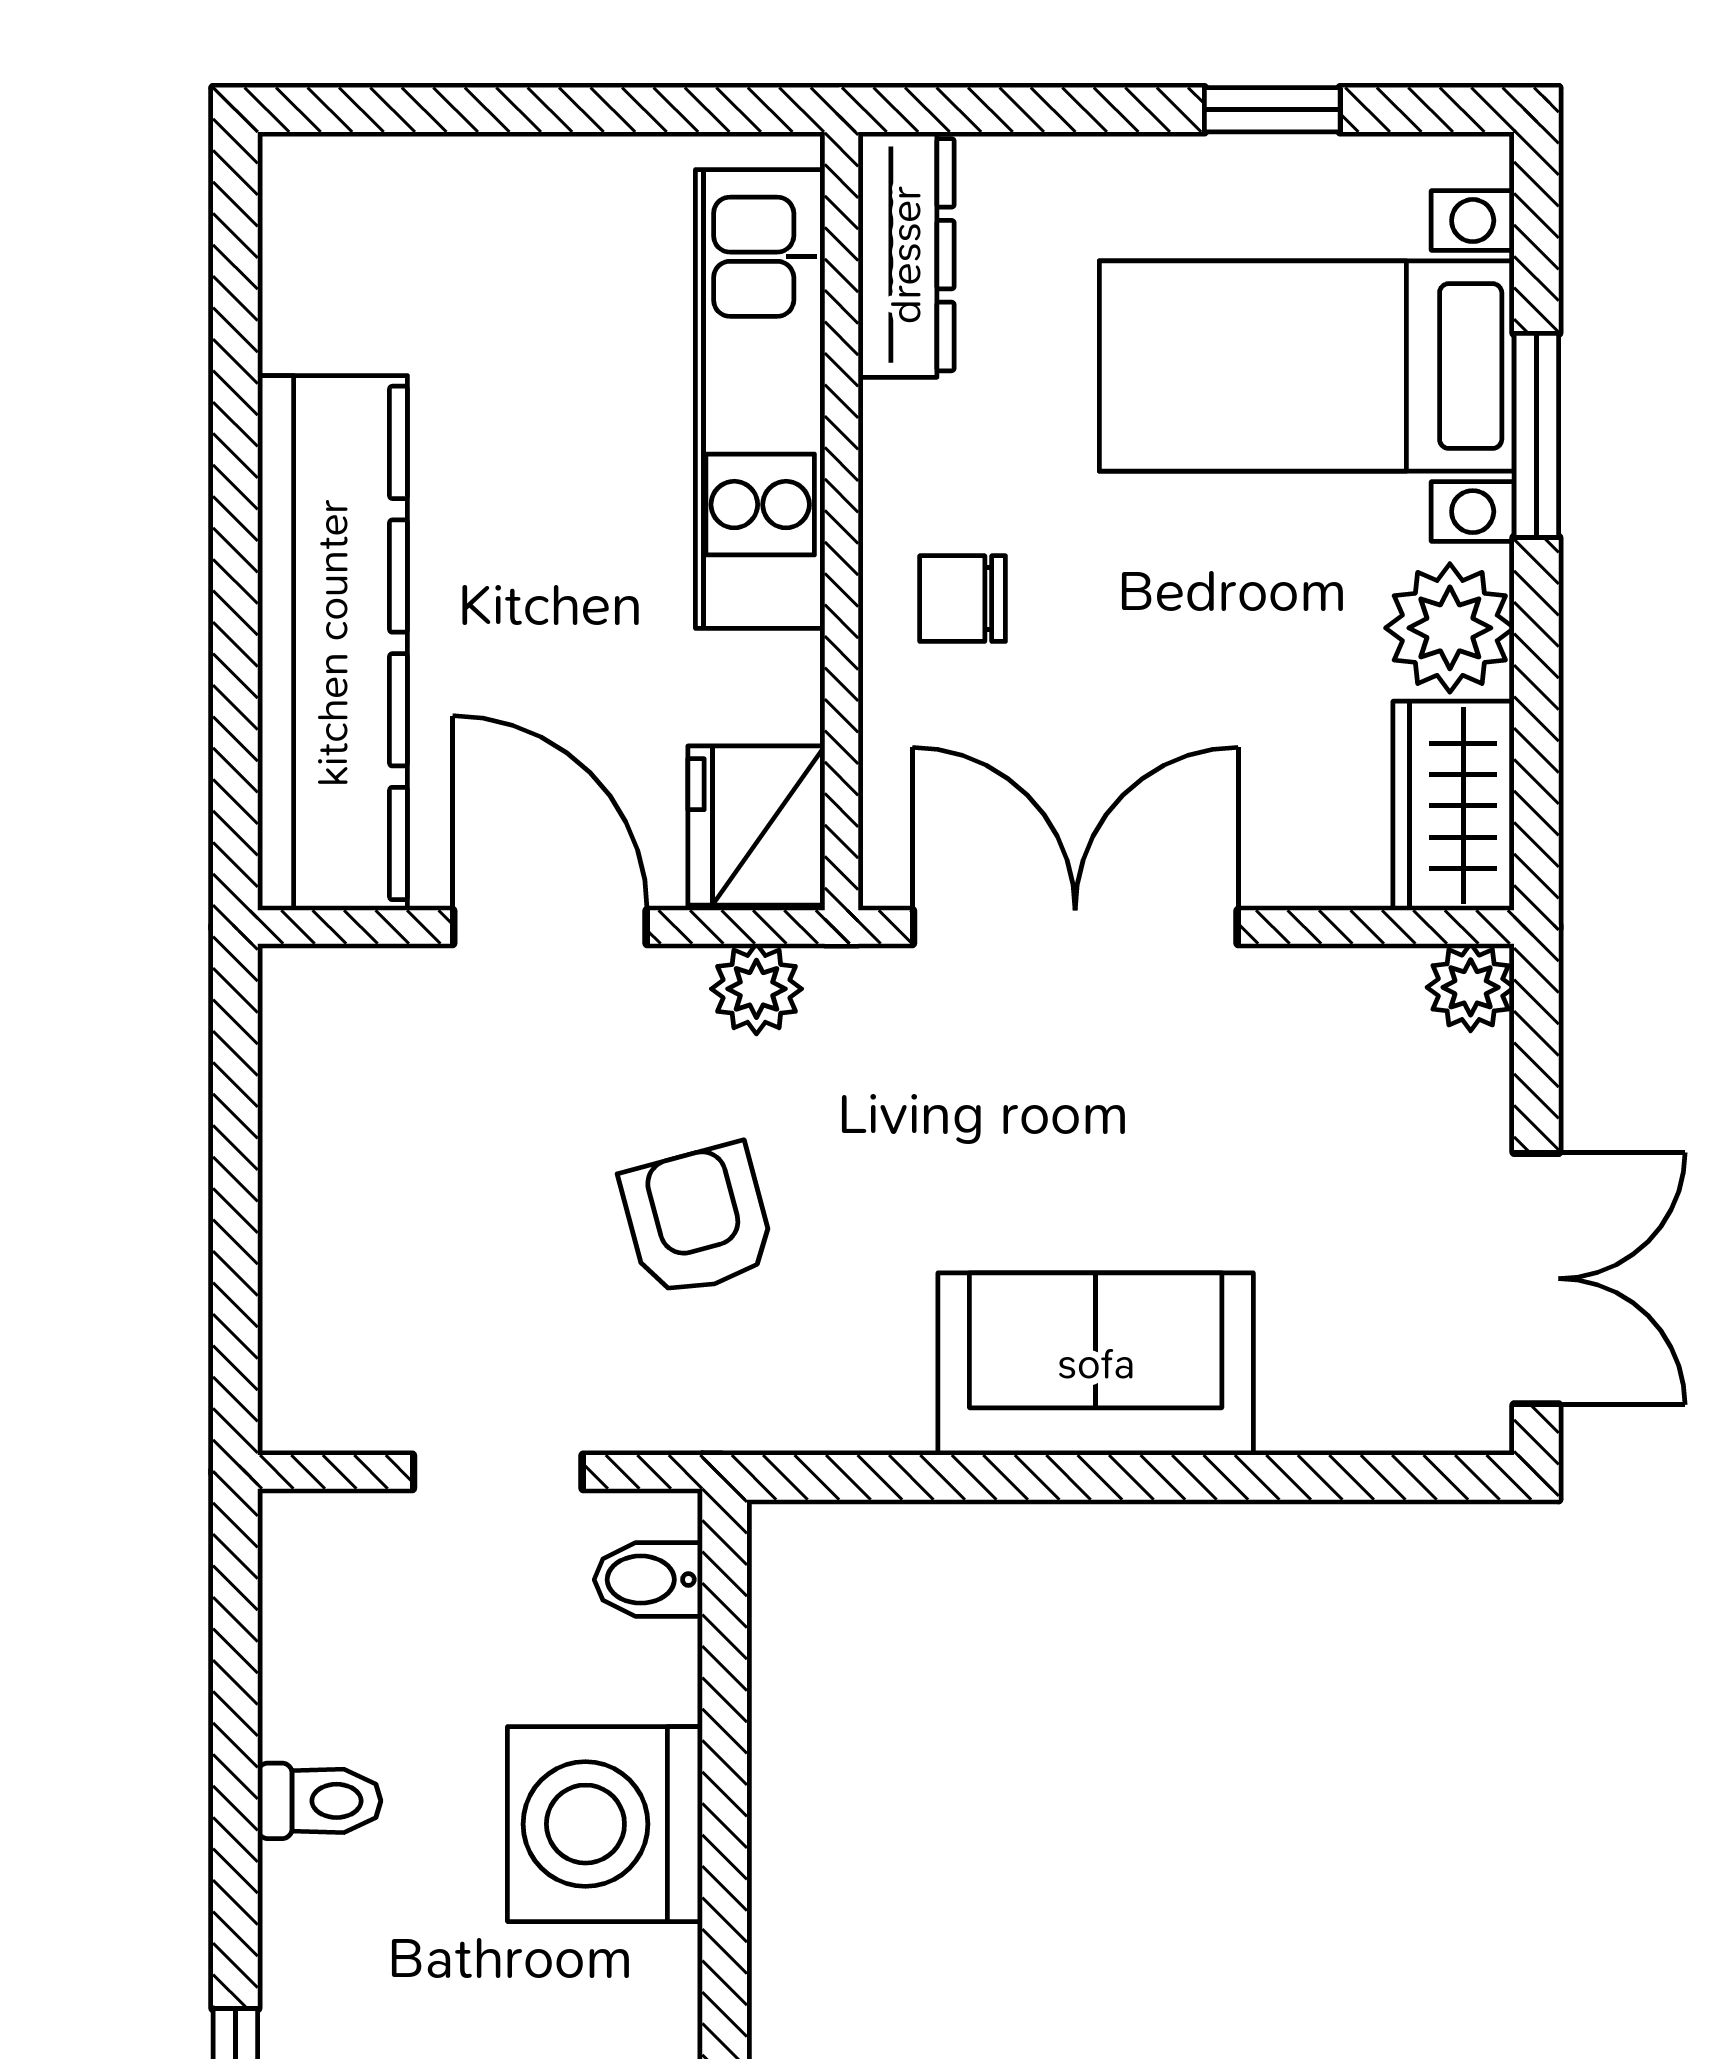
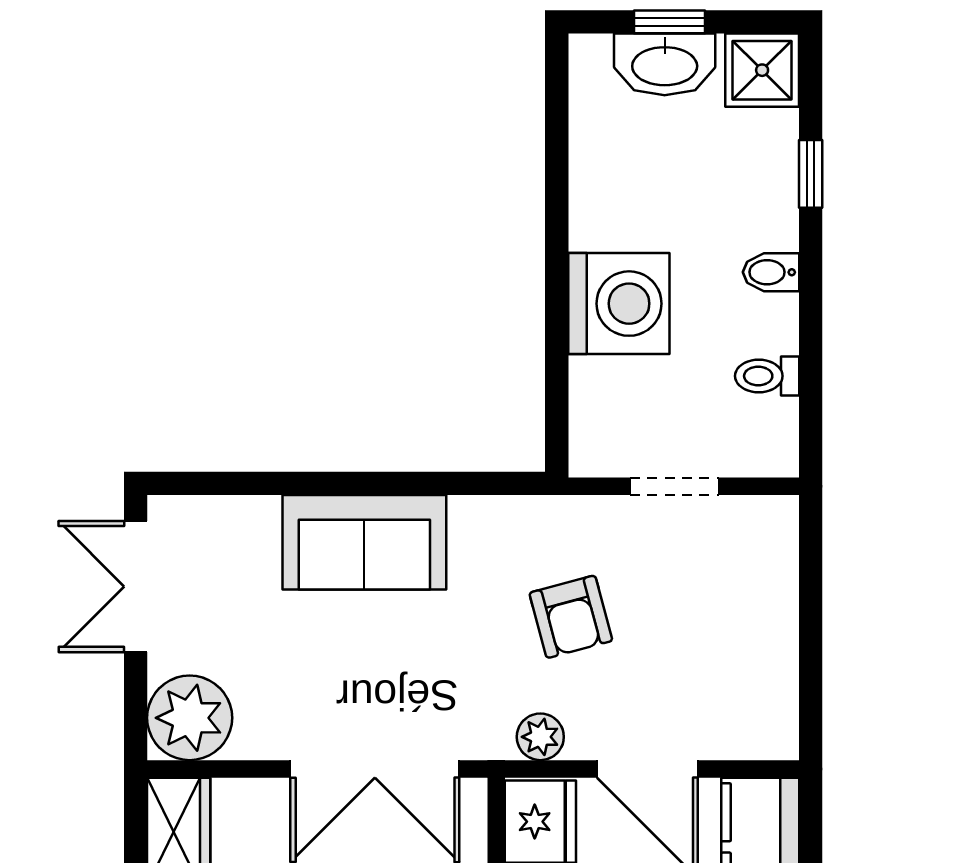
plant: (1471, 987) -> (190, 718), width x1.87, depth x1.87
bidet: (648, 1580) -> (771, 272), moved, turned 180
toilet: (319, 1801) -> (767, 376), moved

